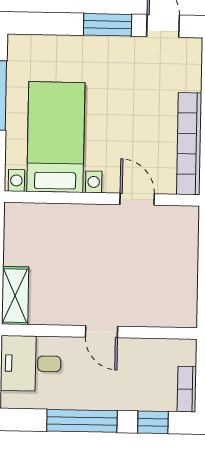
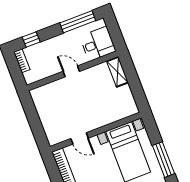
window: (82, 421) -> (78, 22), moved

